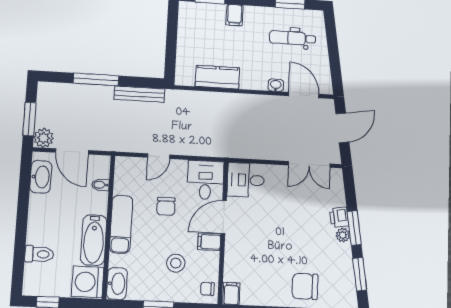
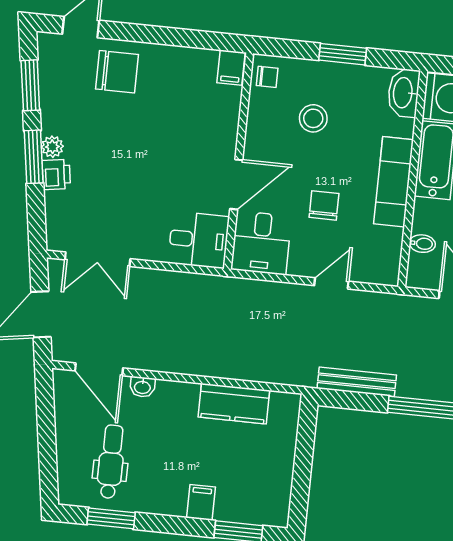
dental chair: (292, 38) -> (111, 462), turned -90
double door: (309, 164) -> (98, 259), swing flipped
filing cabinet: (209, 242) -> (261, 148), removed

